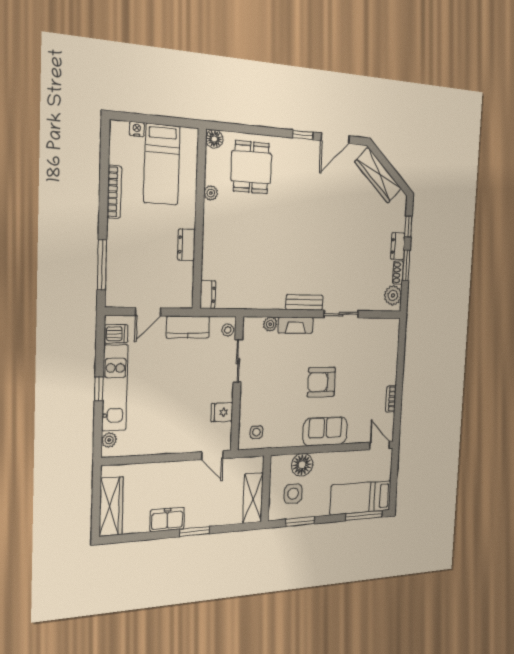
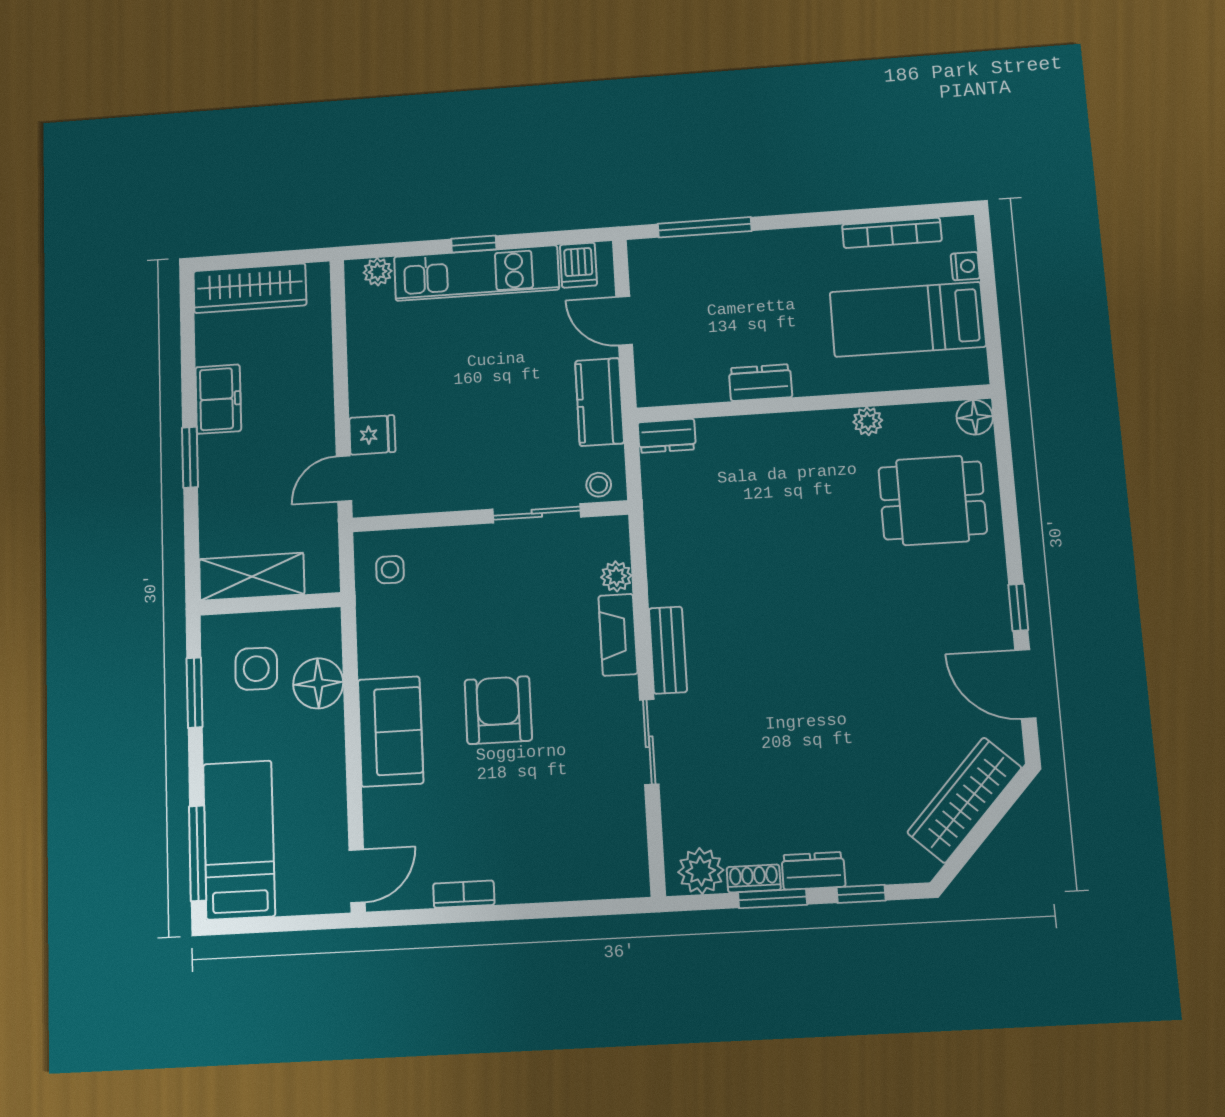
bookcase: (114, 192) -> (892, 233), moved
fridge: (222, 412) -> (372, 435), moved, turned 90

